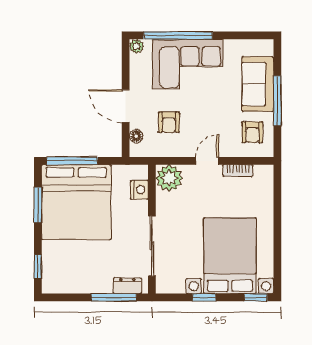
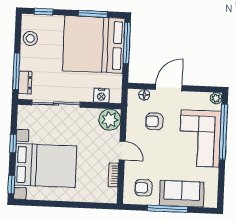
stool: (72, 282) -> (30, 38), added

